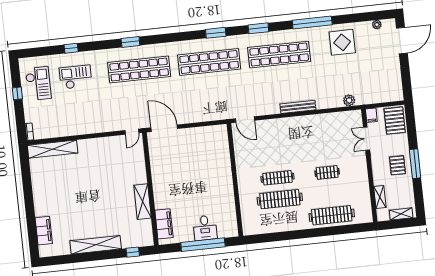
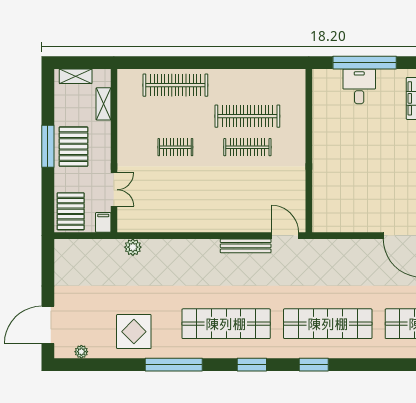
bench: (298, 107) -> (246, 246), moved
pallet: (397, 165) -> (73, 147), width x1.50, depth x1.42

